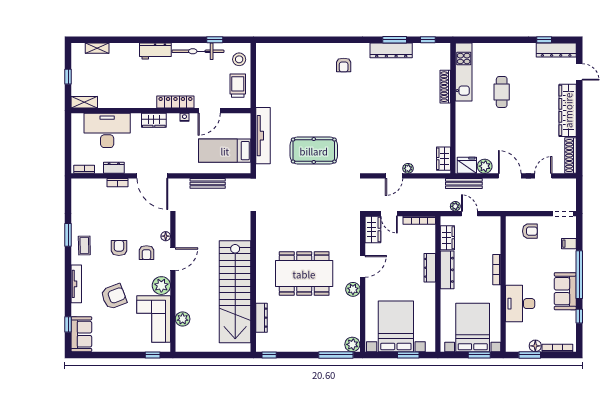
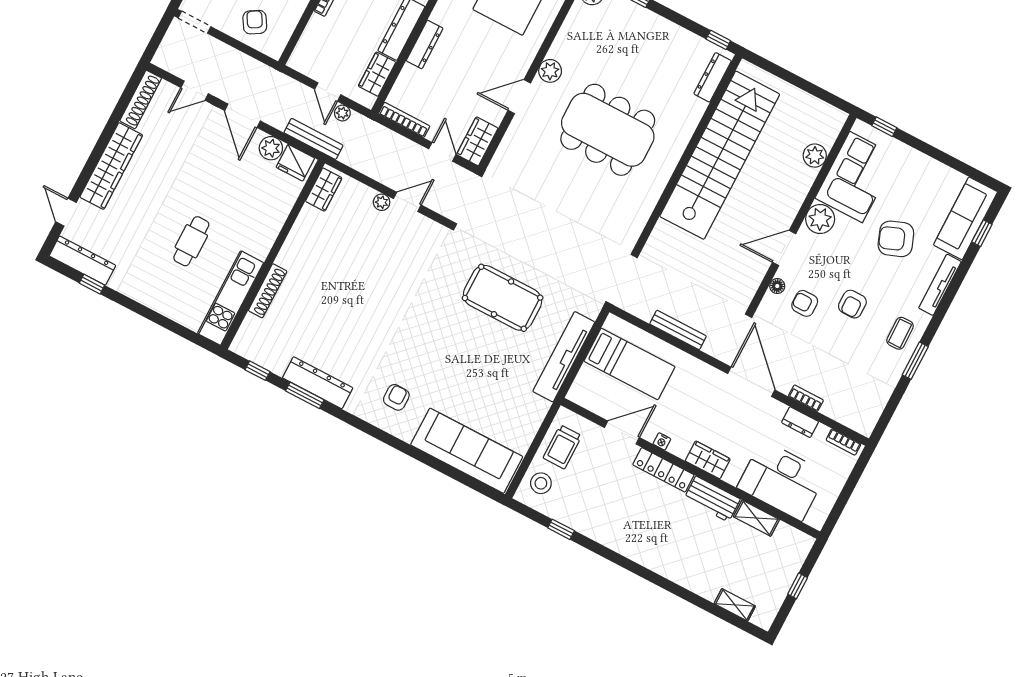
workbench: (155, 51) -> (712, 499), moved, turned 180
bicycle: (198, 51) -> (594, 525), removed
sofa: (289, 56) -> (467, 451), added
shelving: (84, 102) -> (756, 518), moved
armchair: (530, 231) -> (255, 22), turned 59
armchair: (146, 253) -> (805, 303), moved, turned -90
dresser: (261, 318) -> (713, 77), moved
sofa: (81, 334) -> (966, 218), width x1.36

